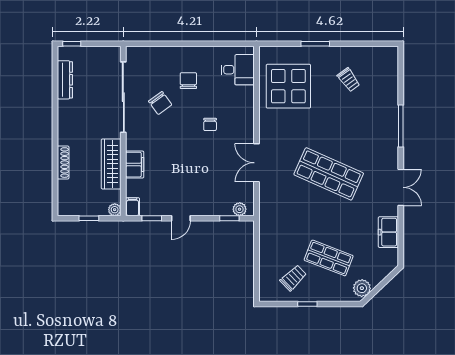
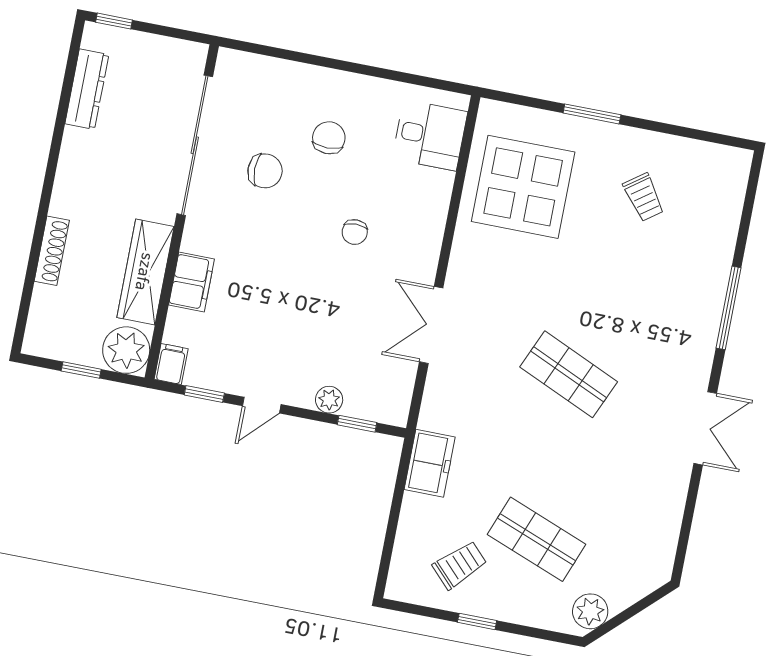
chair: (160, 103) -> (265, 171), turned -54
shop shelf: (329, 174) -> (569, 374), width x0.70, depth x0.74
plant: (240, 209) -> (329, 400), moved
plant: (115, 210) -> (126, 350), width x1.88, depth x1.88
freezer: (388, 232) -> (430, 463), moved, turned 180

